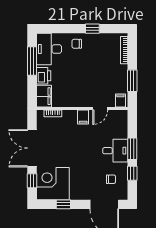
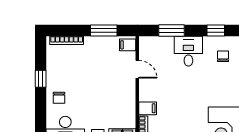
filing cabinet: (83, 117) -> (148, 108), moved
window: (132, 149) -> (172, 31), moved

